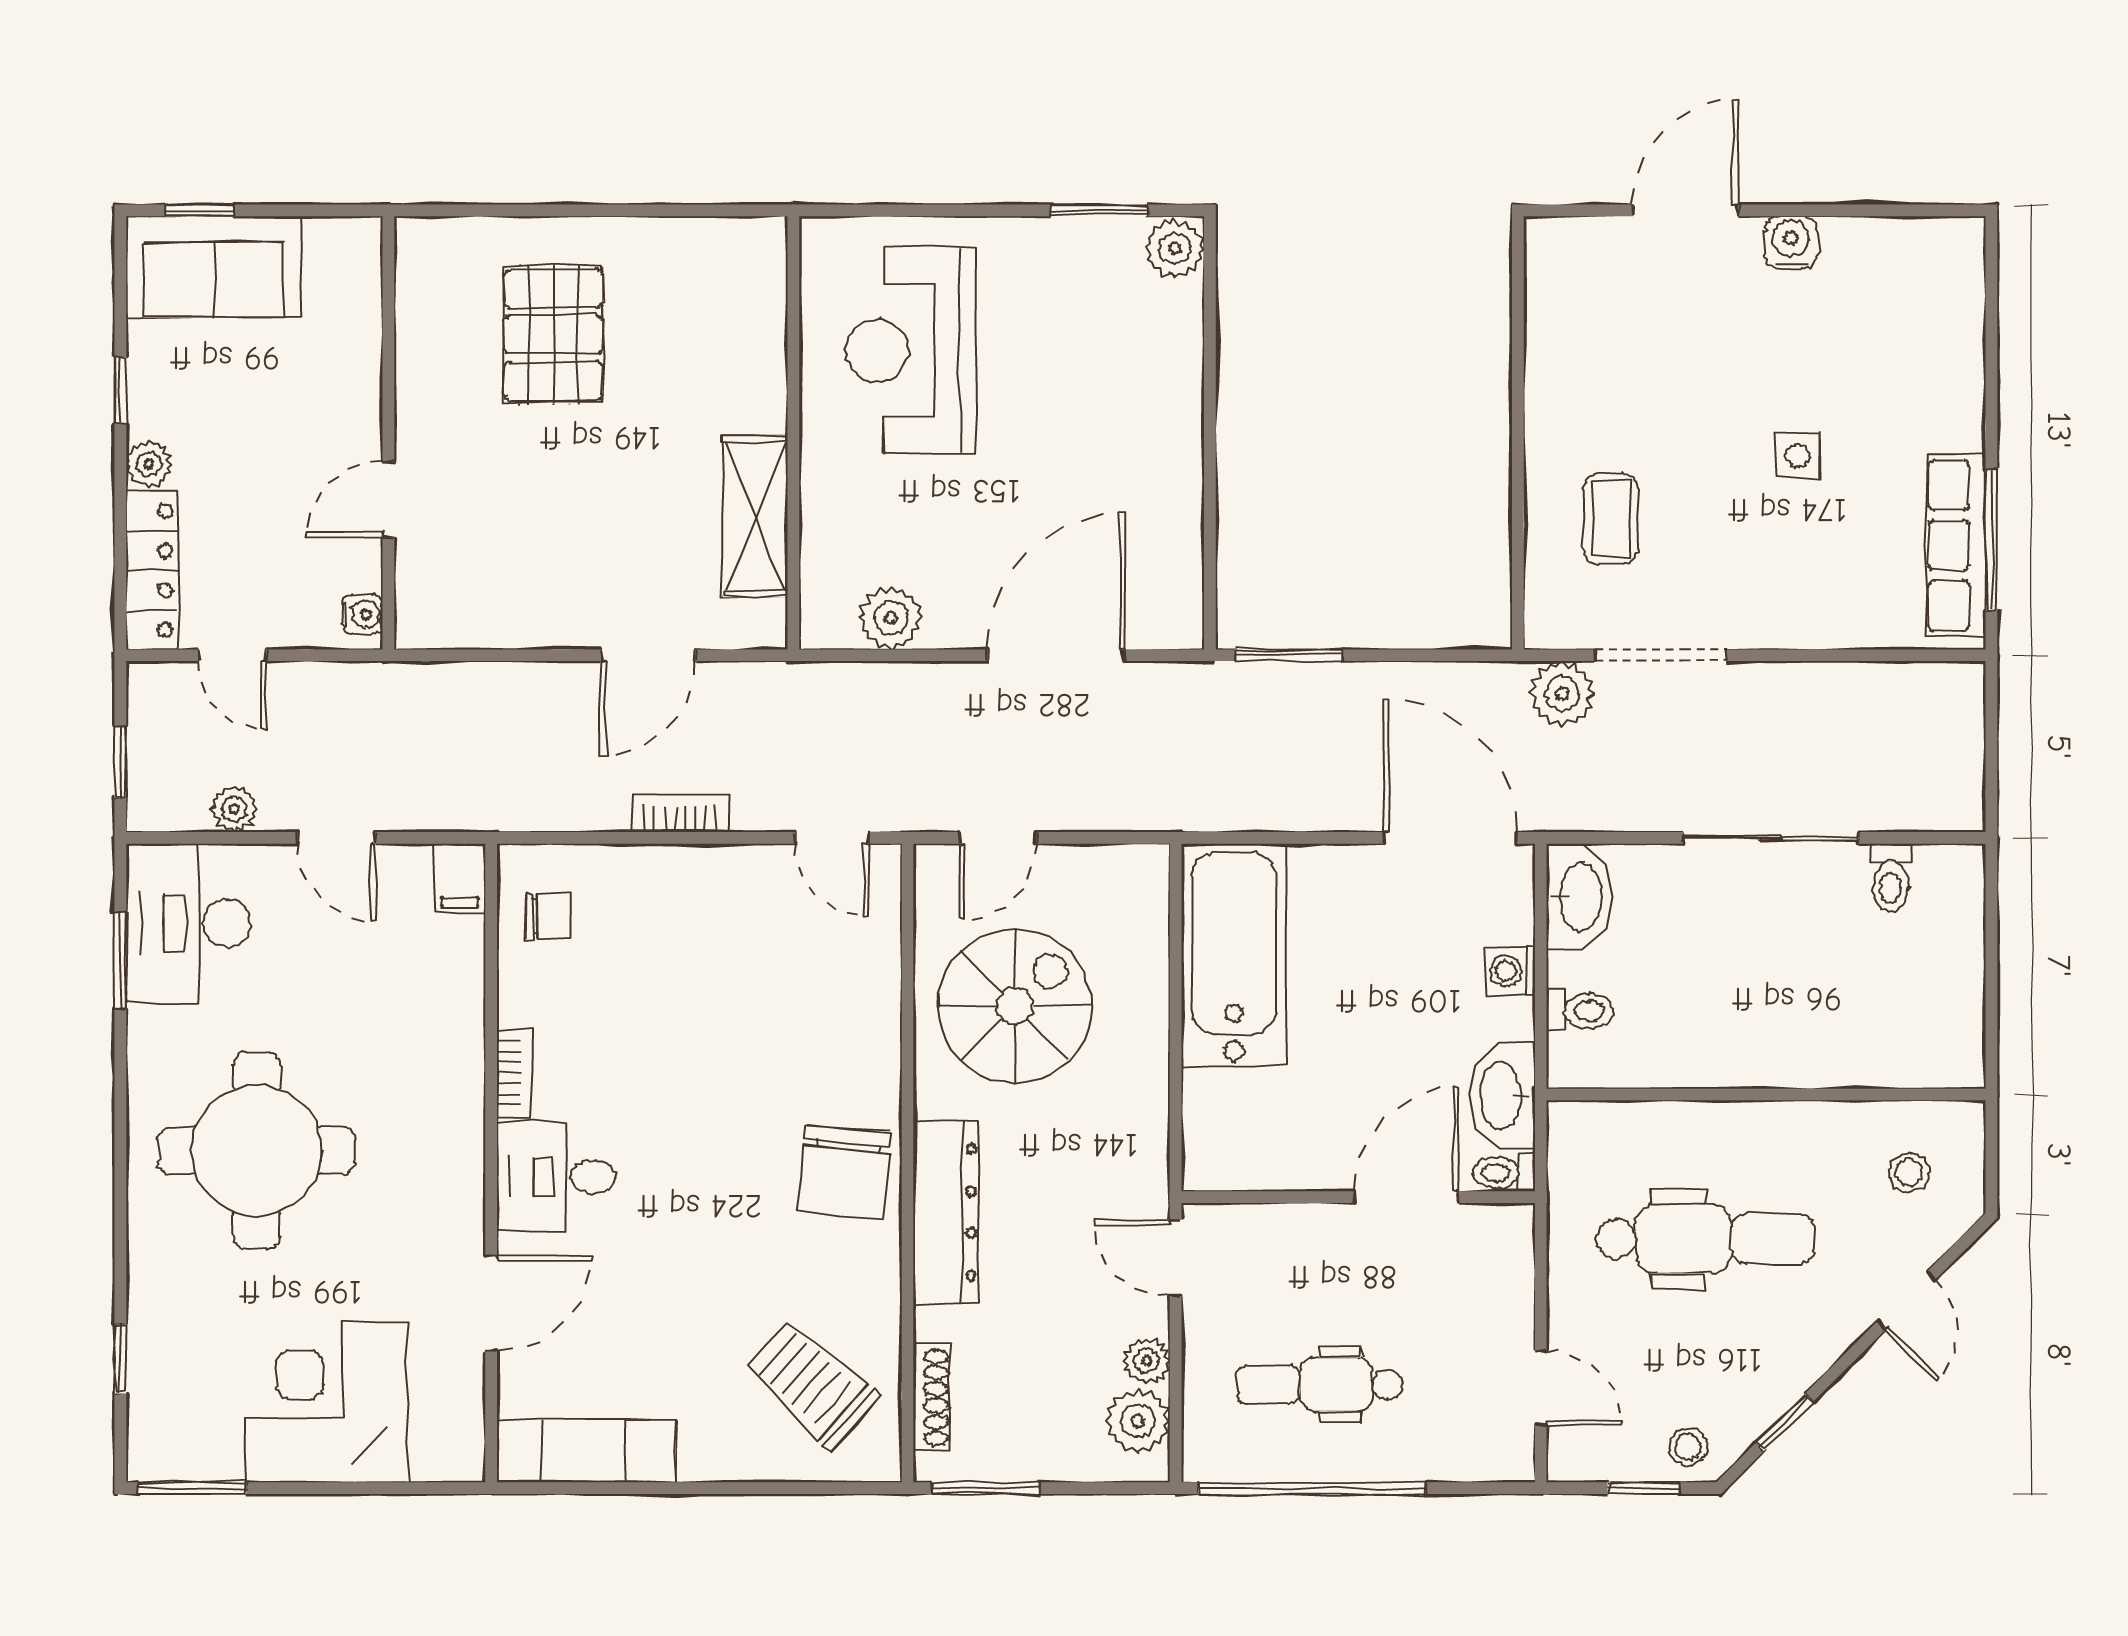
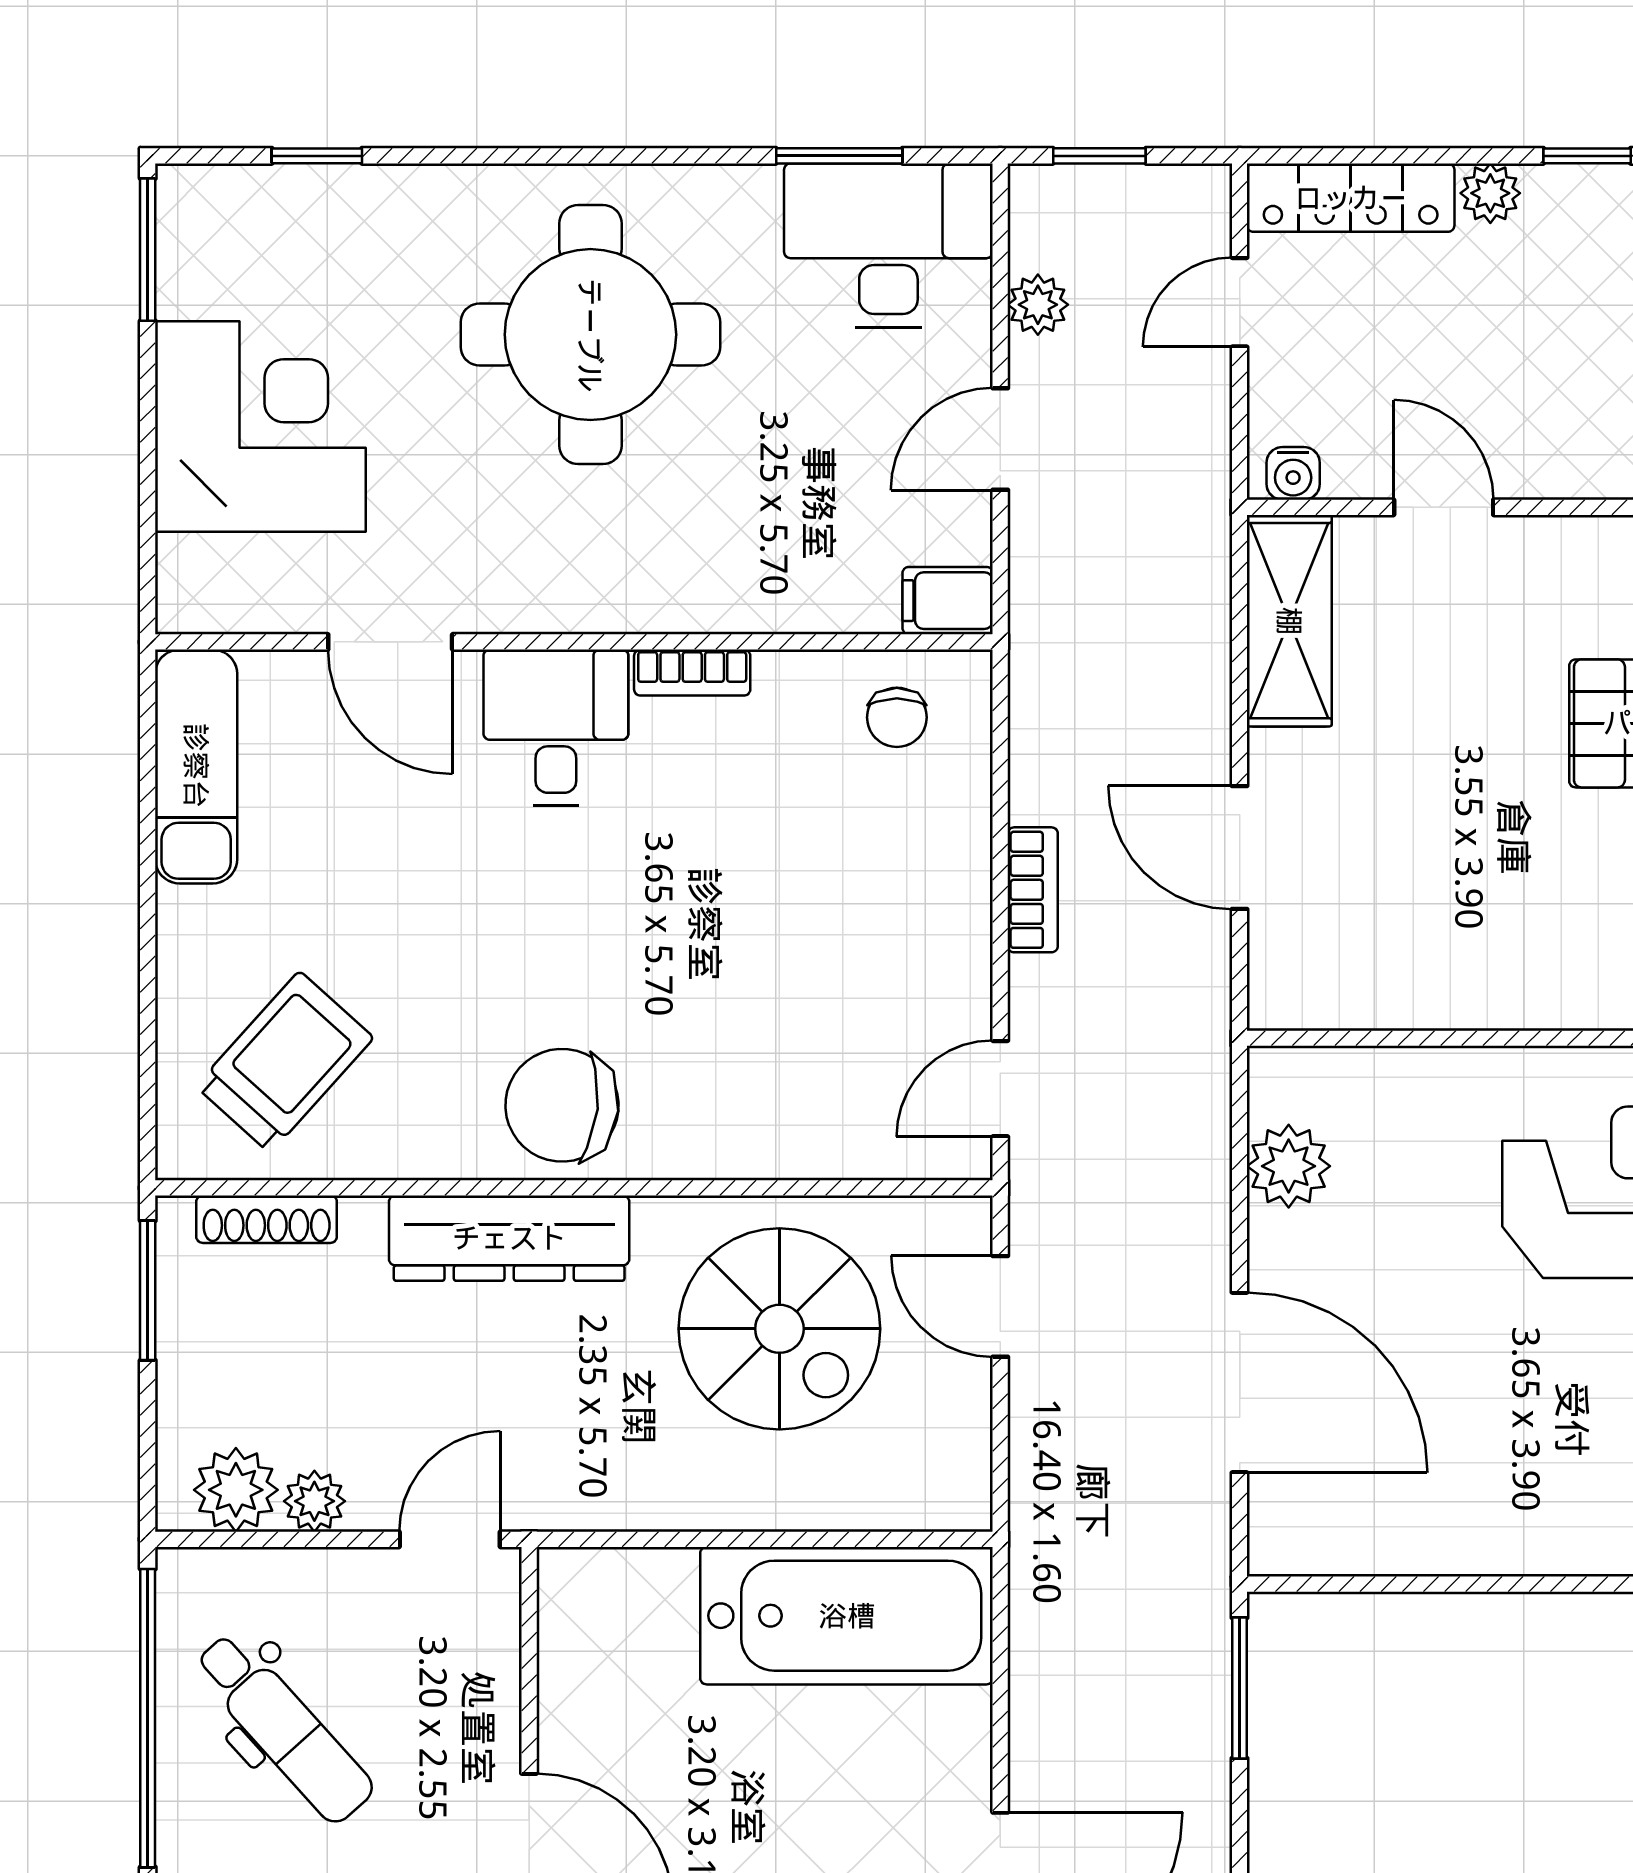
shelving: (755, 516) -> (1289, 621), moved, turned 90
dental chair: (1319, 1384) -> (284, 1728), turned 138

